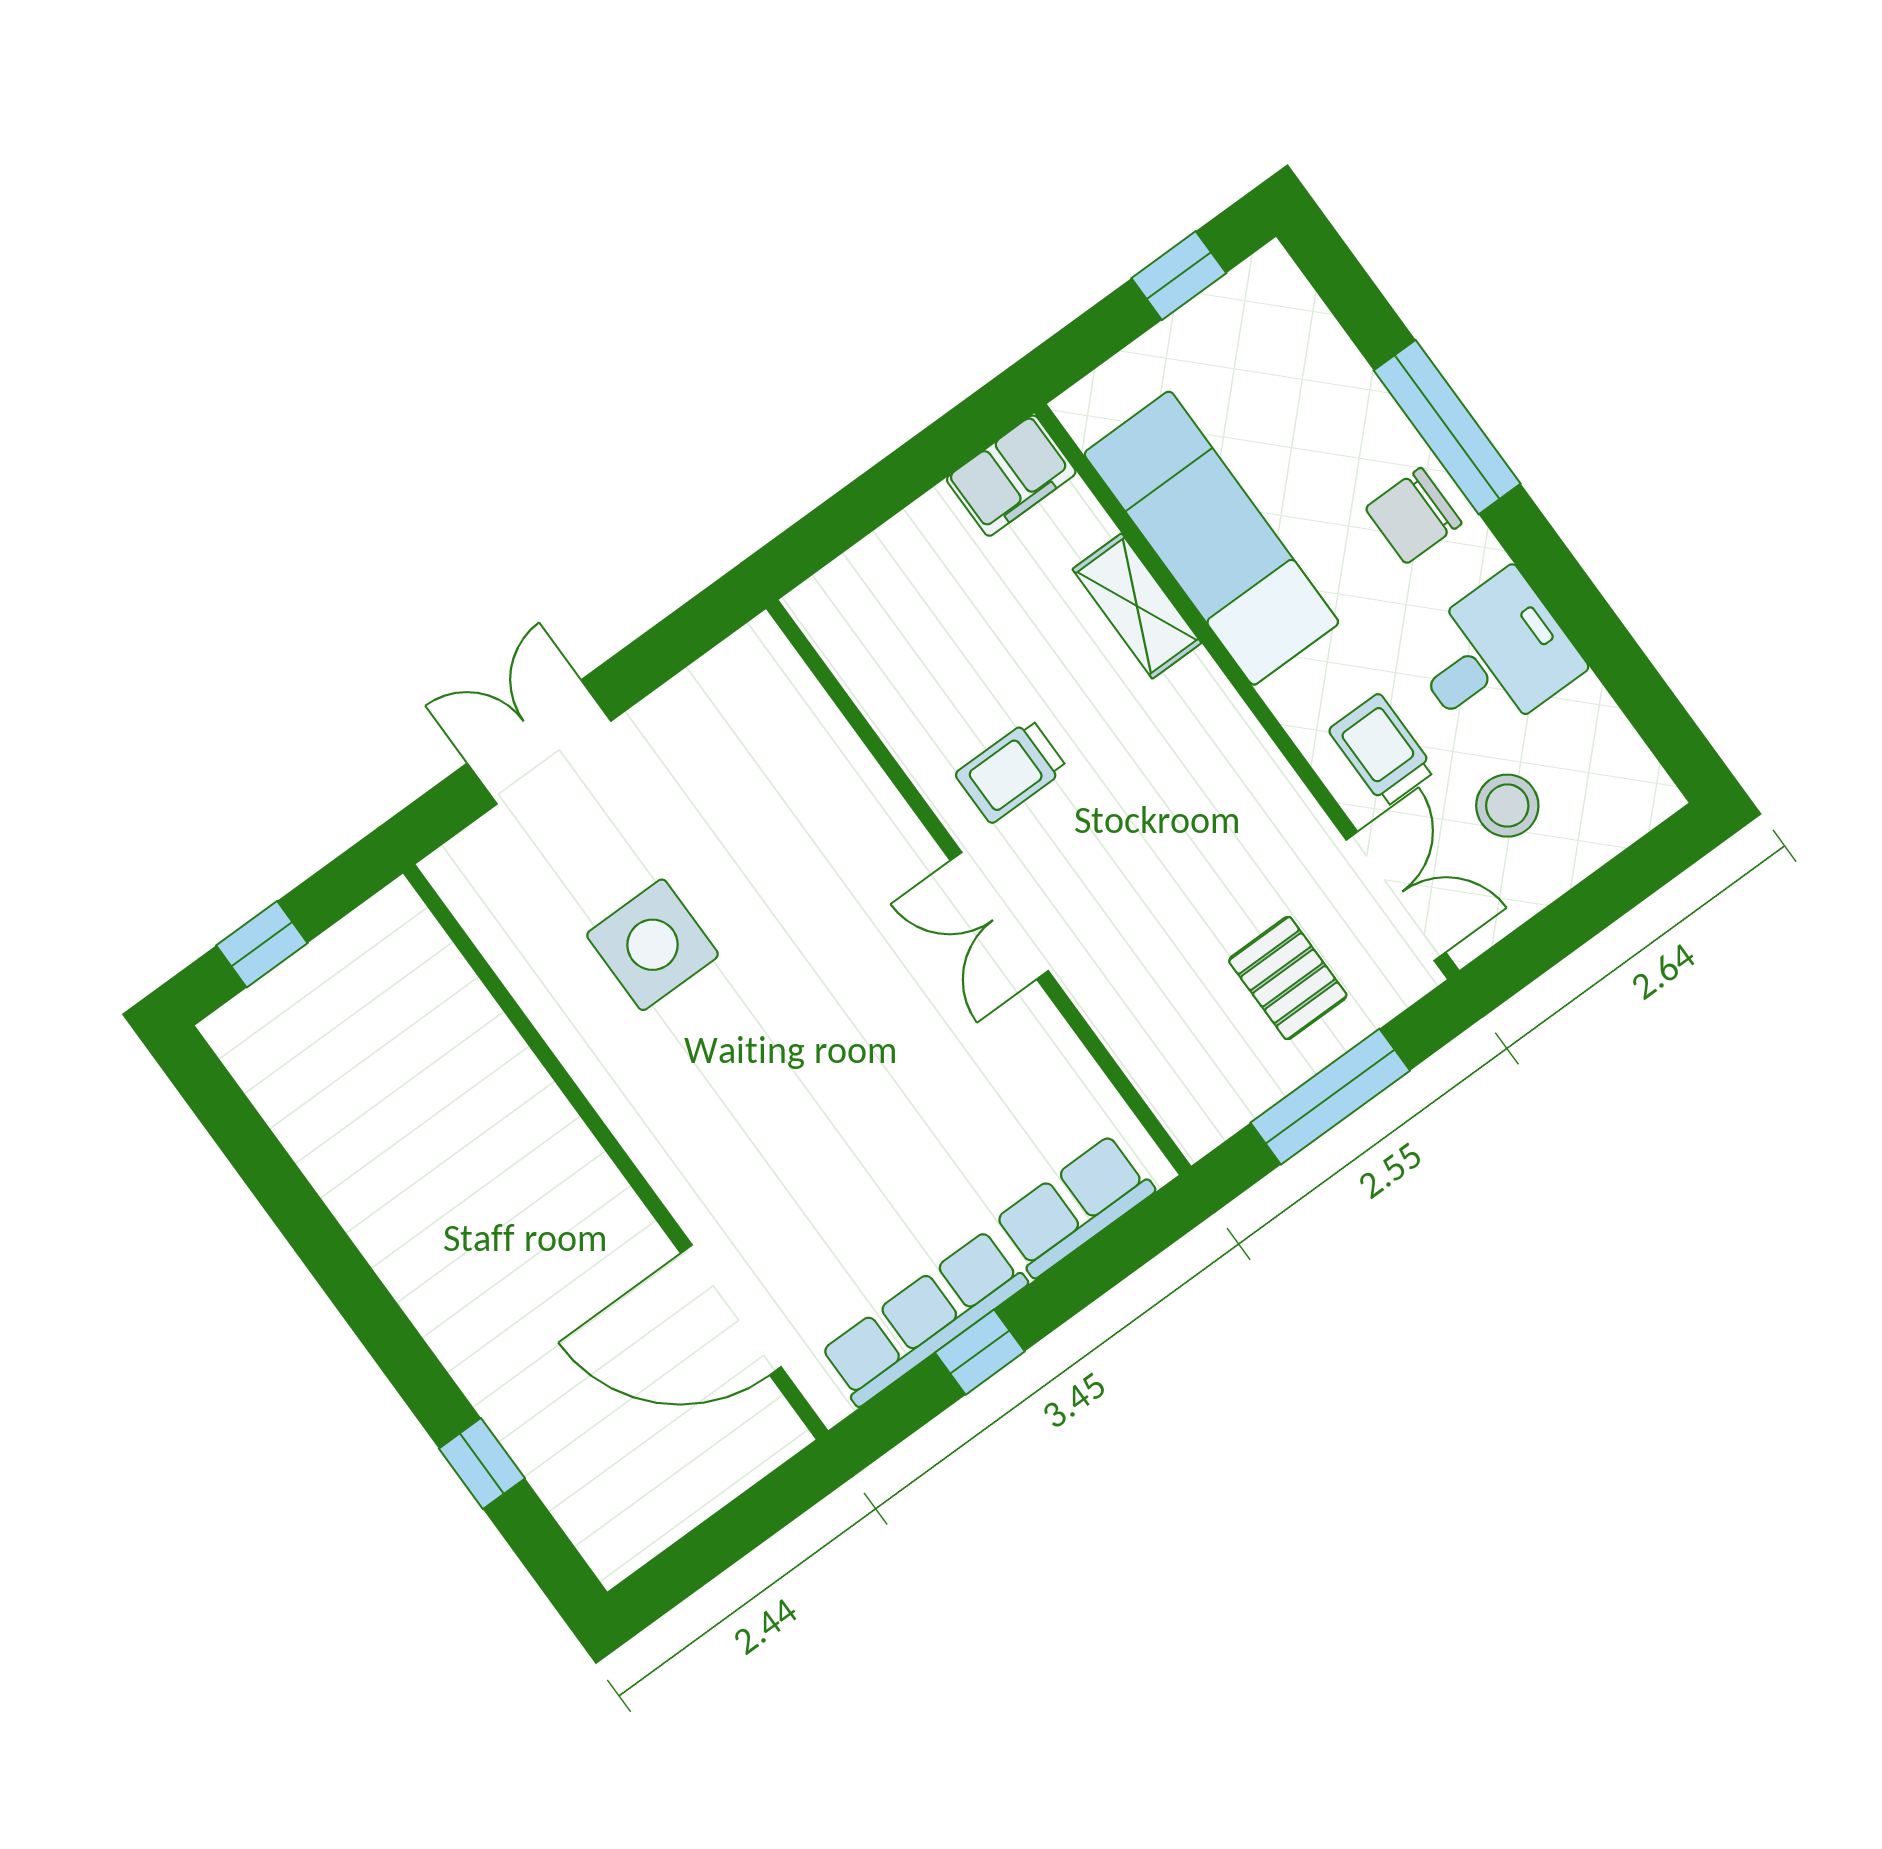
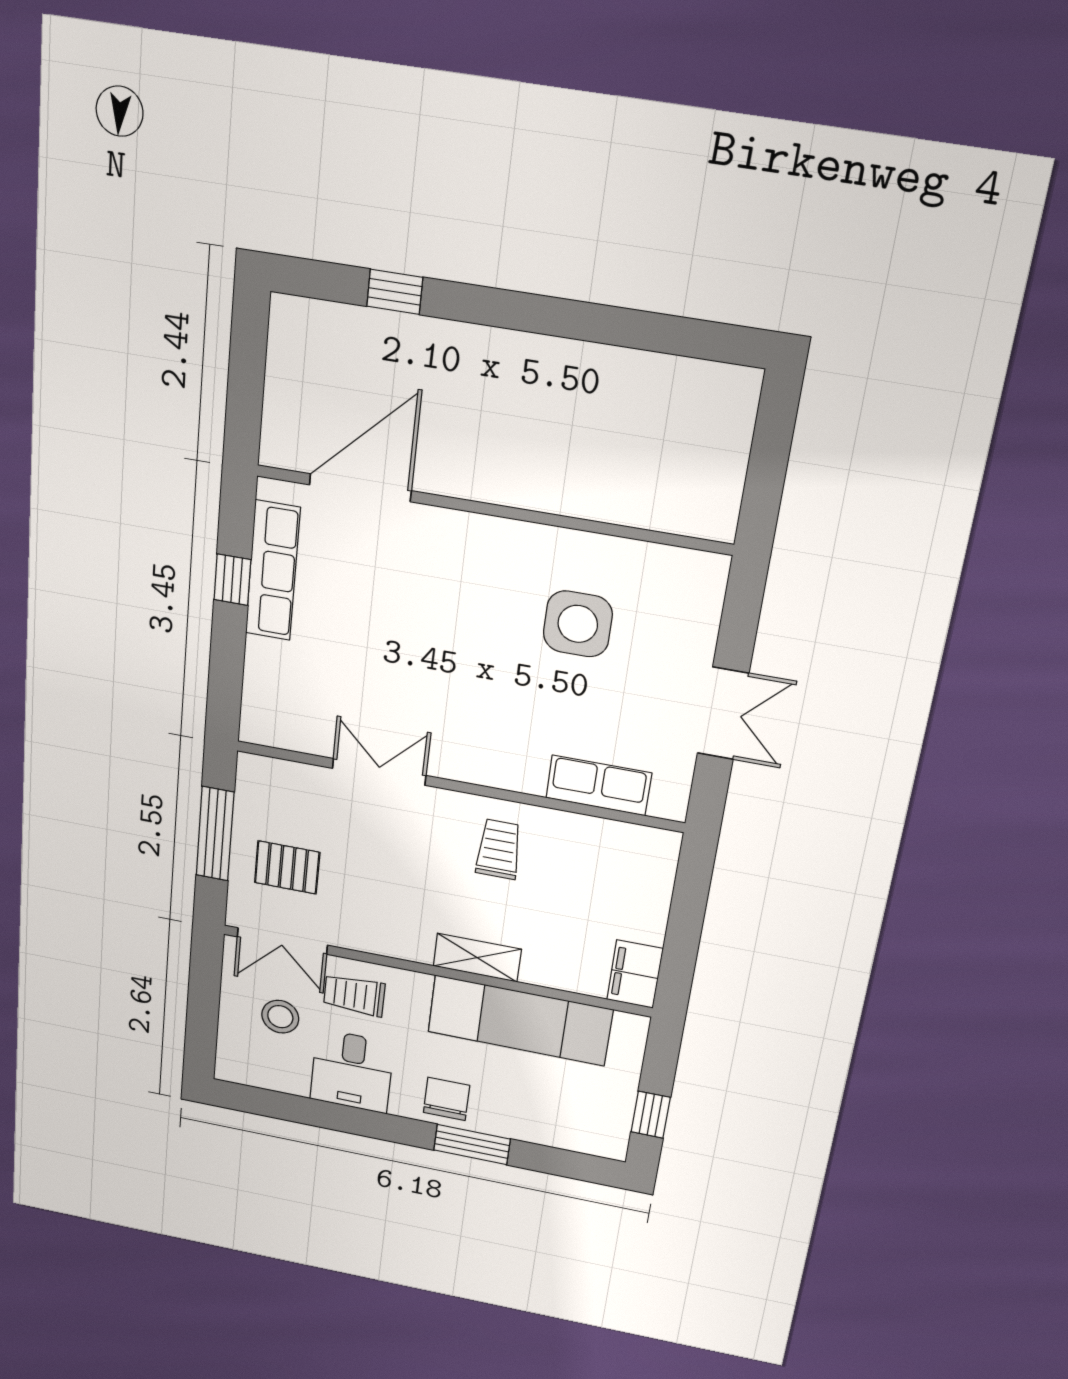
window: (1447, 427) -> (472, 1145), width x0.69
shelving: (1137, 606) -> (477, 958), moved
double door: (539, 742) -> (723, 713), moved
trolley: (1382, 750) -> (354, 995), turned 180
double door: (999, 916) -> (379, 772), moved
window: (262, 944) -> (772, 443), removed
row of seats: (1074, 1206) -> (599, 785), moved, turned -90

